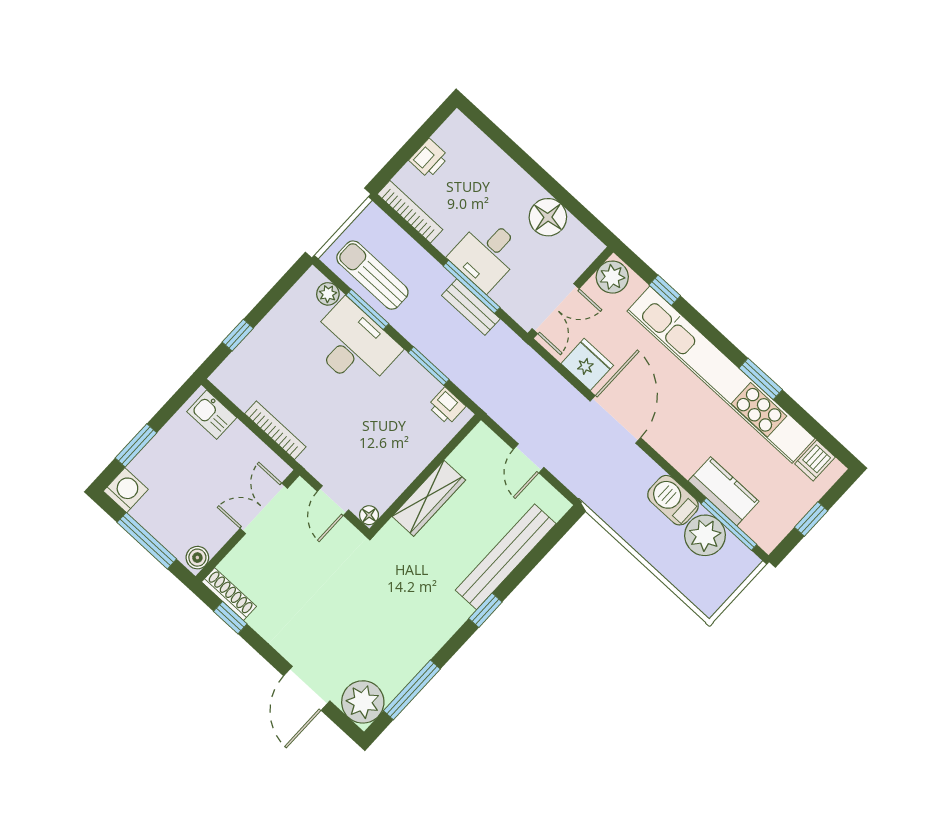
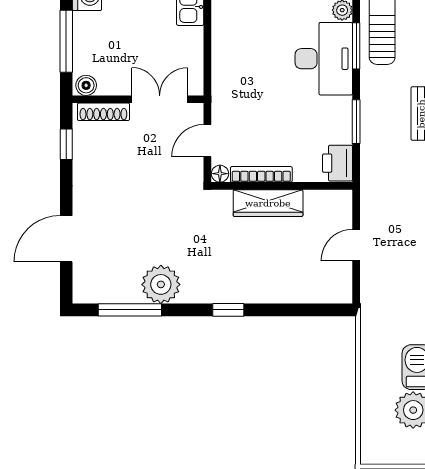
printer: (447, 406) -> (338, 163), width x1.36, depth x1.24
bookcase: (275, 430) -> (261, 174), moved, turned -90
bench: (506, 557) -> (276, 290), removed
shoe rack: (229, 594) -> (103, 112), moved, turned 90
plant: (363, 702) -> (161, 284), moved

